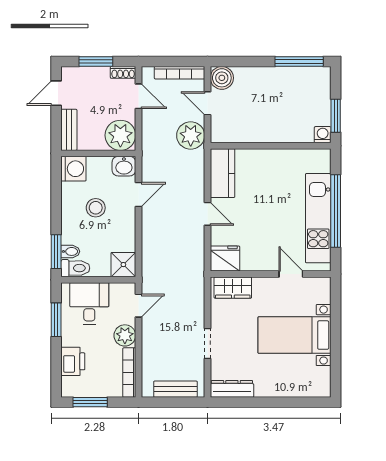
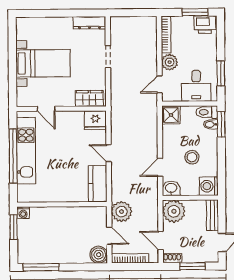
printer: (73, 361) -> (205, 25), moved, turned -90
bench: (175, 389) -> (132, 22), removed

